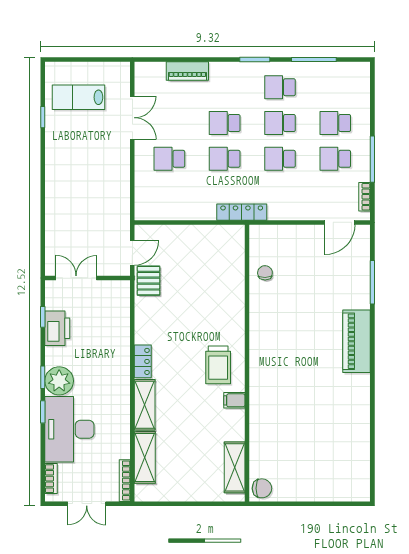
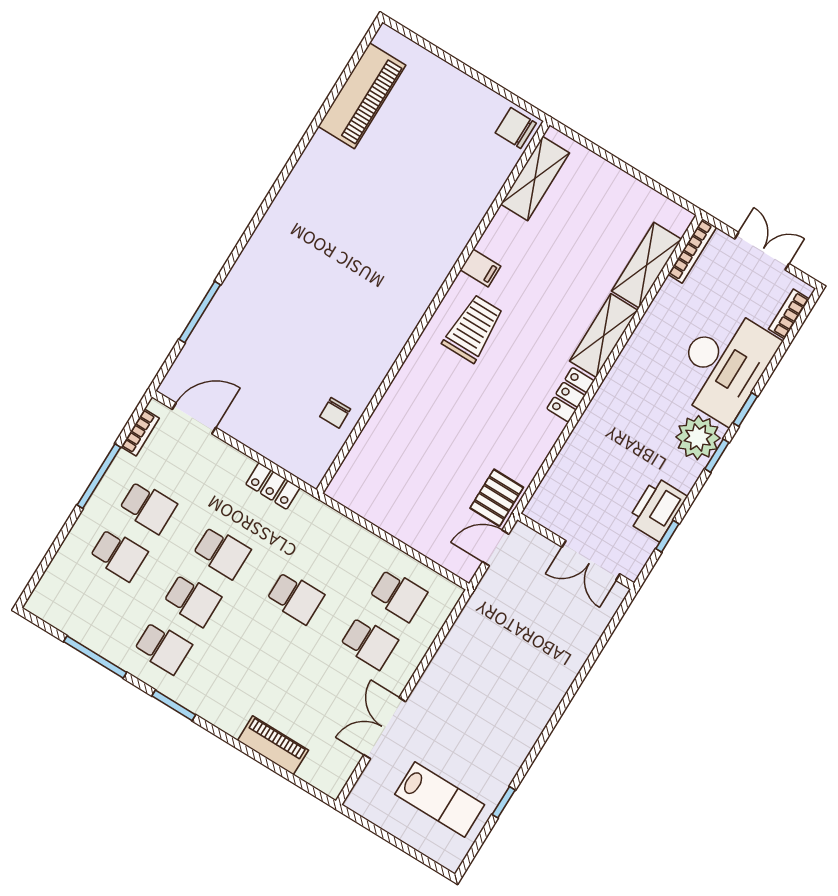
school desk: (225, 123) -> (398, 595), moved
locker: (242, 212) -> (273, 486), moved, width x0.66
piano: (357, 341) -> (362, 96), moved

